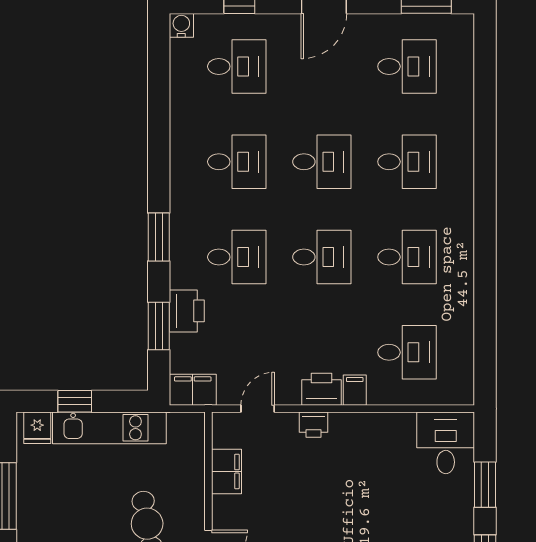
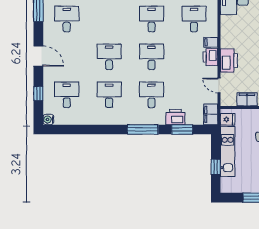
desk: (407, 162) -> (109, 19), removed
window: (159, 237) -> (143, 130), width x1.44
printer: (314, 425) -> (229, 61), width x1.87, depth x1.48
fridge: (37, 428) -> (228, 119), moved

